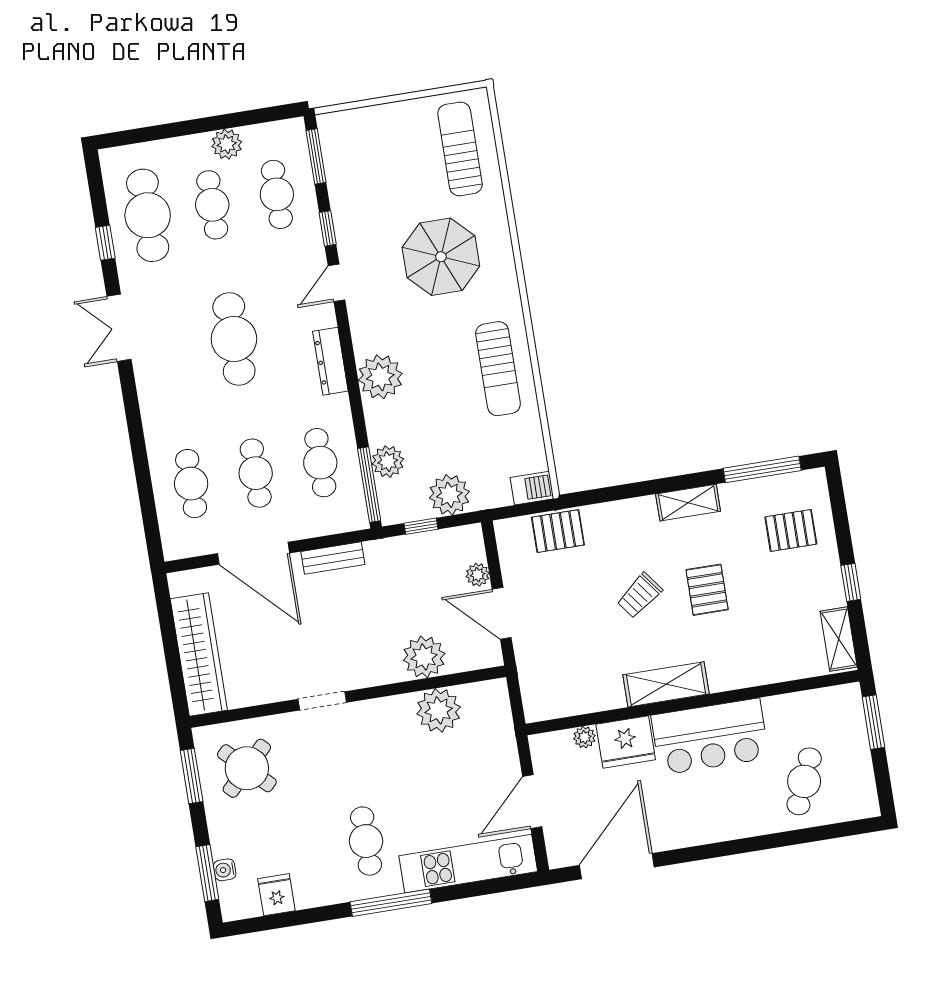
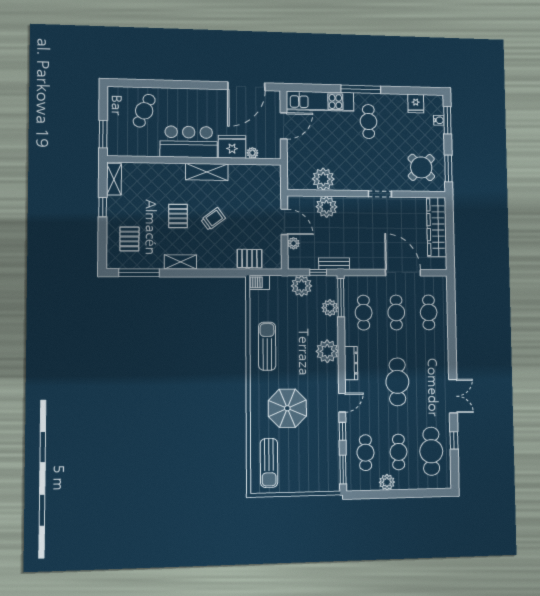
pallet: (791, 530) -> (129, 239), turned 90
bench: (333, 558) -> (334, 264), moved

